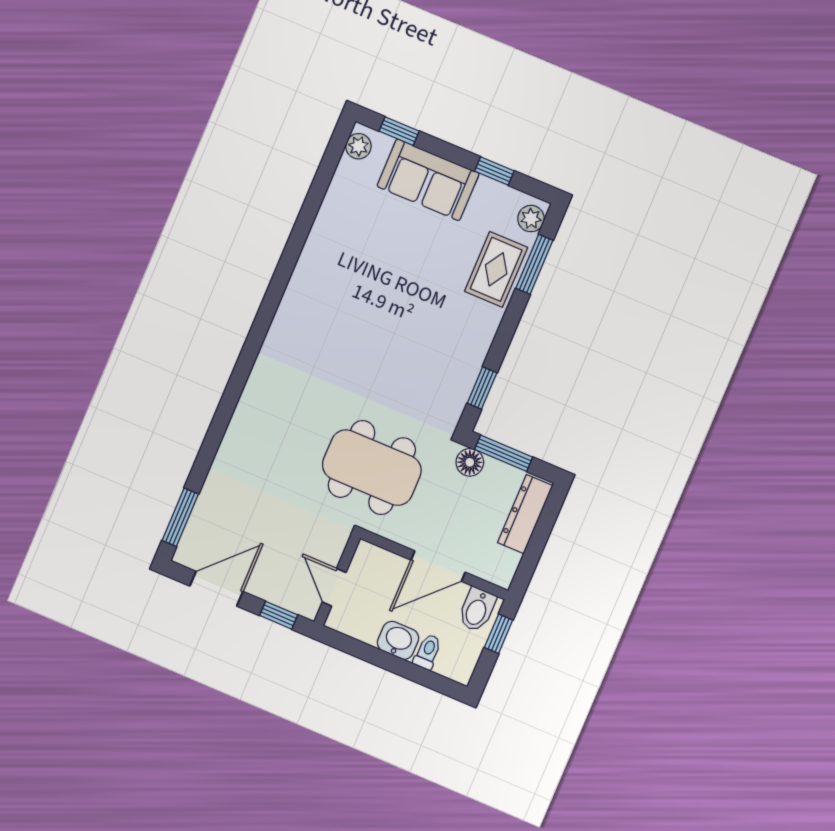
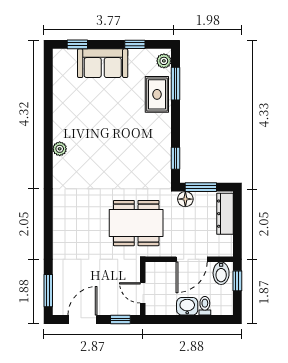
plant: (358, 146) -> (60, 149), moved

